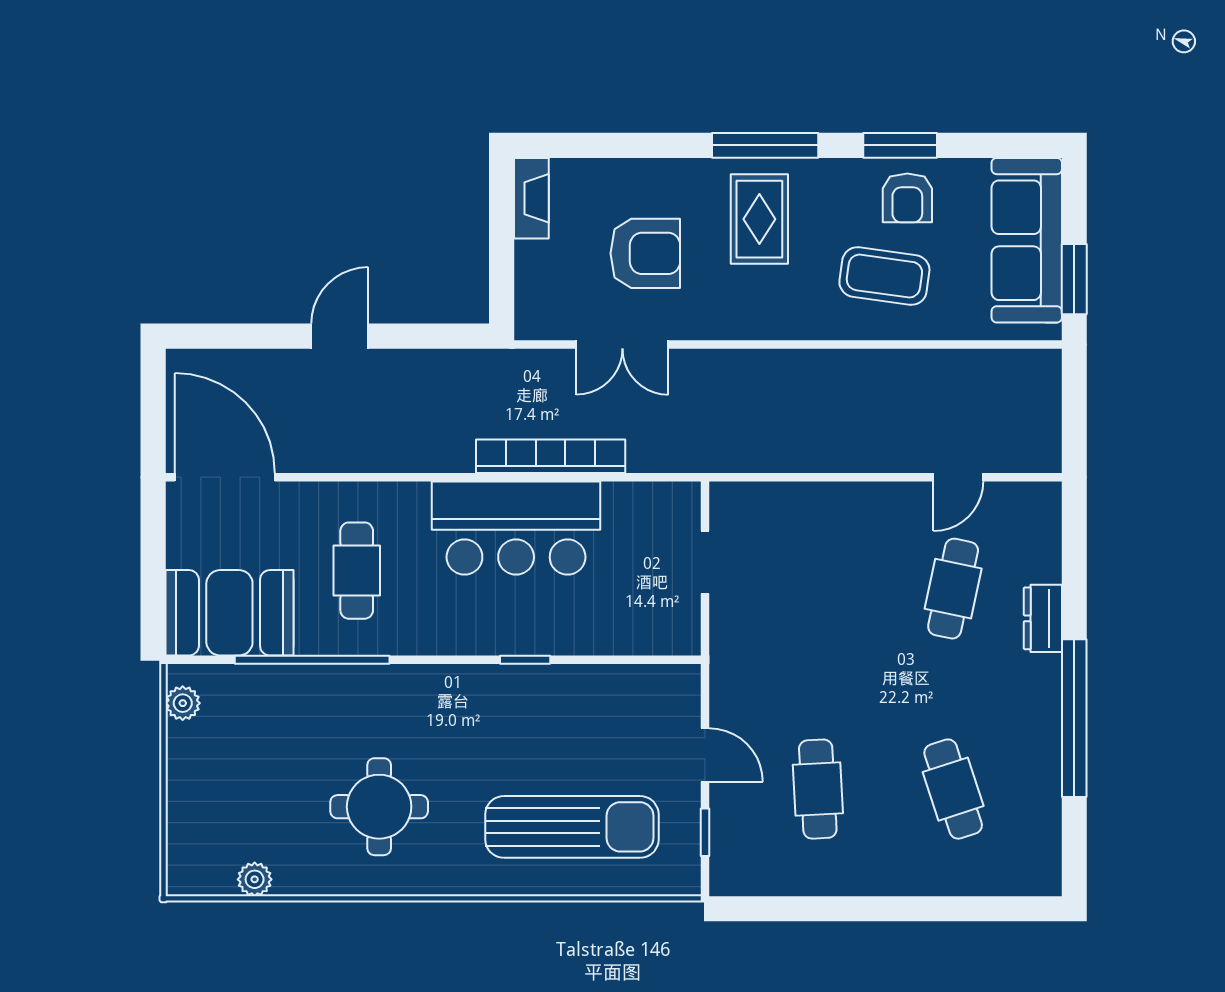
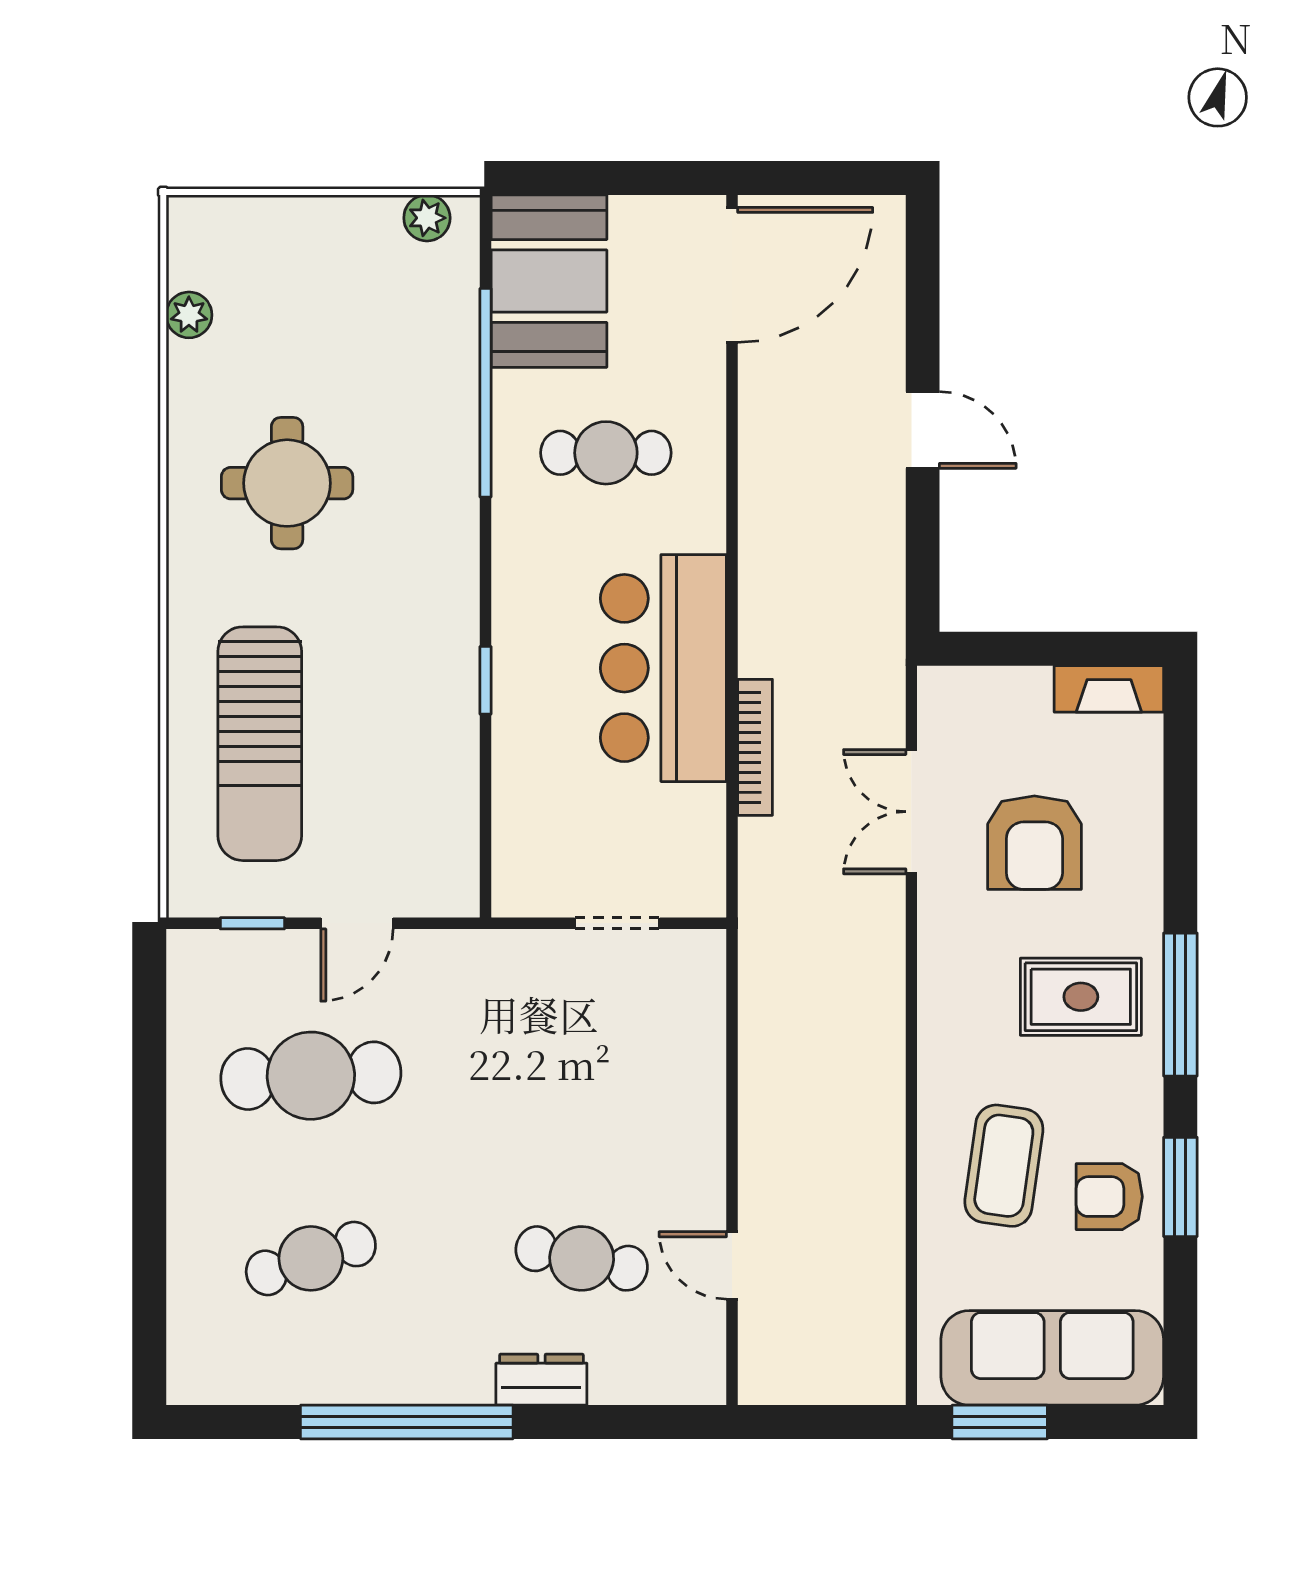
bookcase: (551, 456) -> (755, 747), width x0.68, depth x0.76
cafe table: (818, 789) -> (311, 1076), width x1.37, depth x1.35

